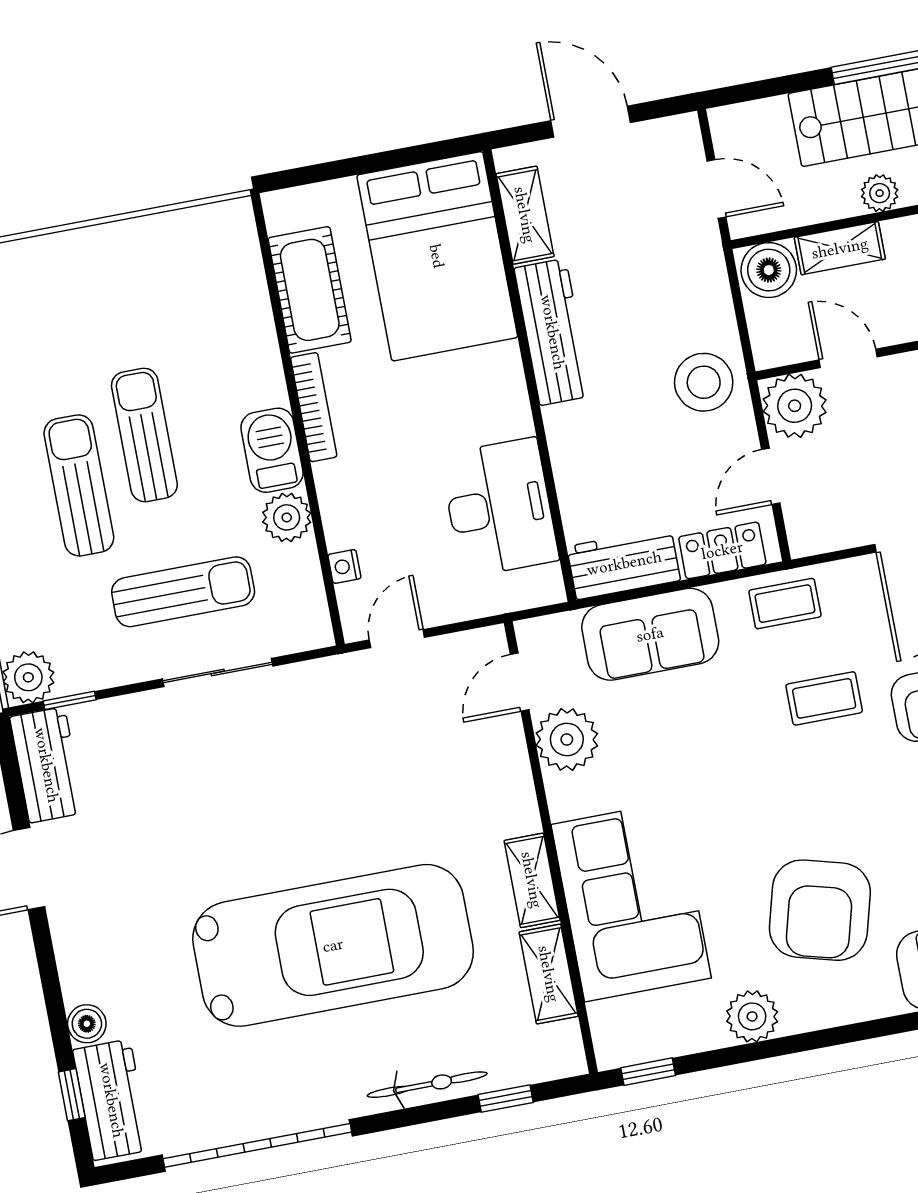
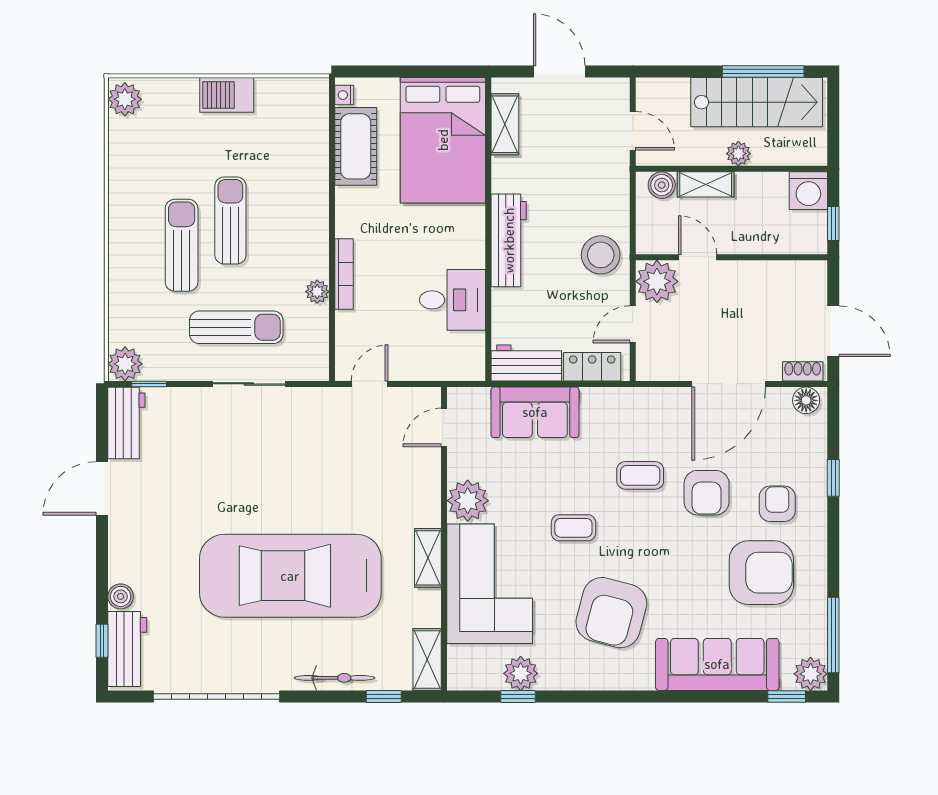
boiler: (769, 270) -> (662, 185), width x0.73, depth x0.73
workbench: (553, 332) -> (509, 240), moved
bookcase: (314, 407) -> (344, 274), moved
barbecue: (272, 450) -> (227, 95), moved, turned -90
desk: (499, 507) -> (452, 300), width x0.73
plant: (287, 517) -> (317, 292), width x0.73, depth x0.73
nightstand: (344, 566) -> (344, 95), moved
coffee table: (785, 604) -> (573, 528), moved
plant: (567, 739) -> (468, 501), moved
car: (333, 945) -> (290, 576), turned 180
shelving: (549, 974) -> (427, 660), moved
plant: (752, 1016) -> (521, 673), moved
window: (648, 1072) -> (518, 697), moved

